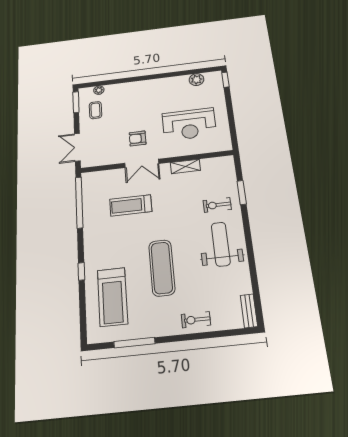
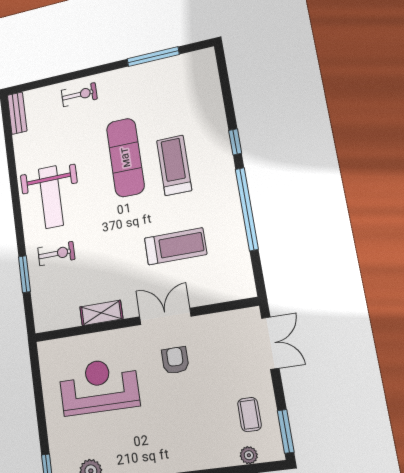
armchair: (138, 138) -> (175, 360), turned -90
window: (79, 202) -> (247, 209), moved
treadmill: (112, 297) -> (174, 165), moved, width x0.73, depth x0.73

